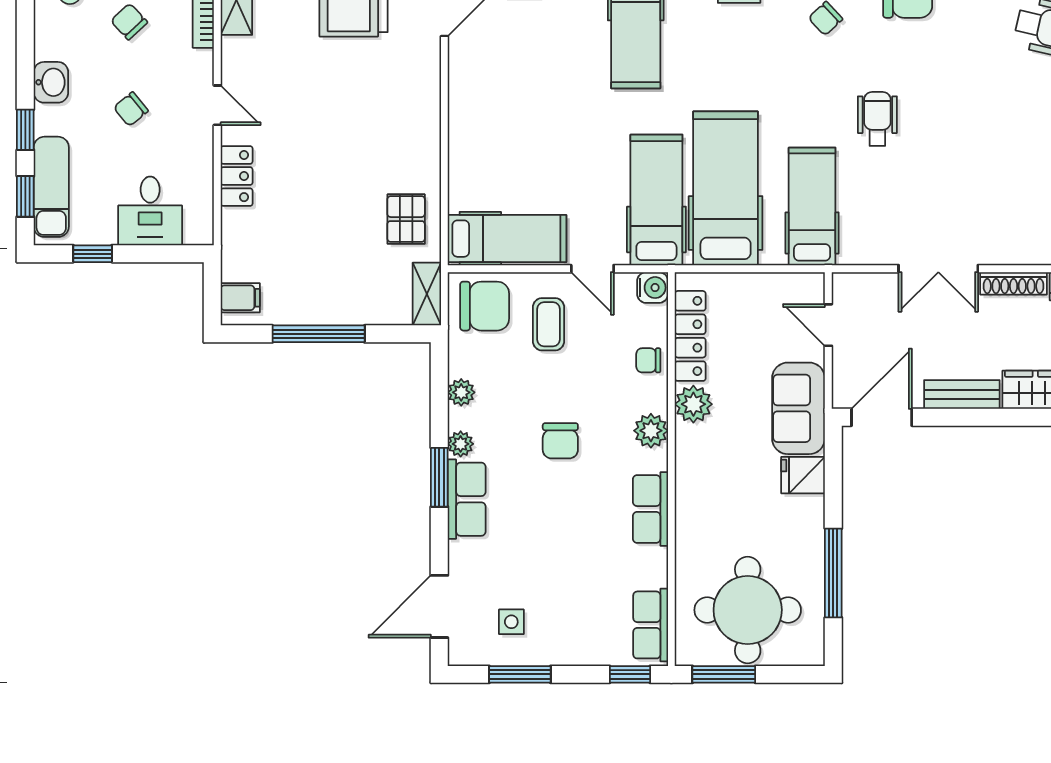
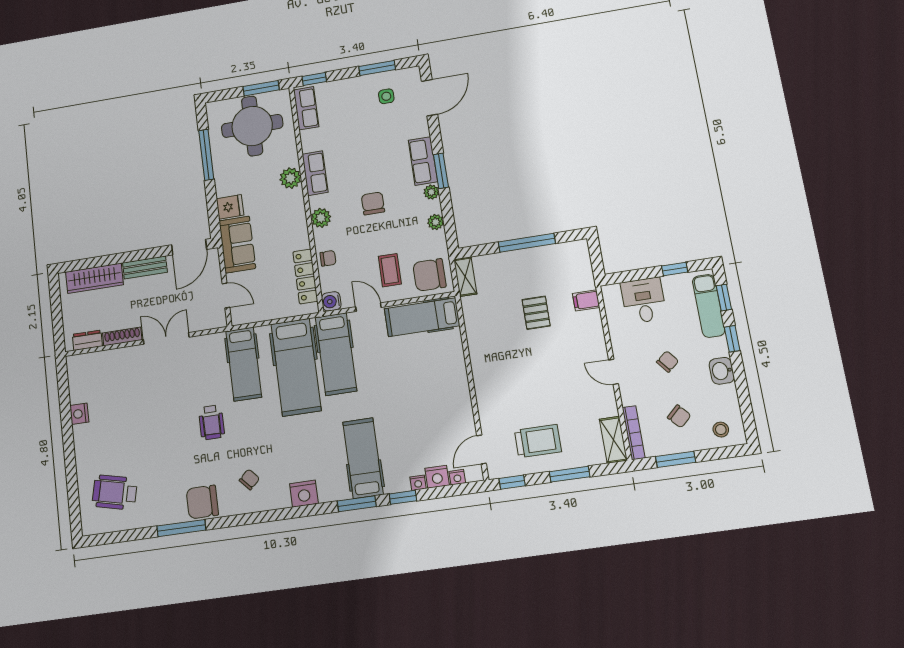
locker: (237, 176) -> (594, 330), removed
pallet: (406, 219) -> (536, 313), moved
filing cabinet: (240, 298) -> (586, 300), moved
plant: (693, 404) -> (290, 178), moved

